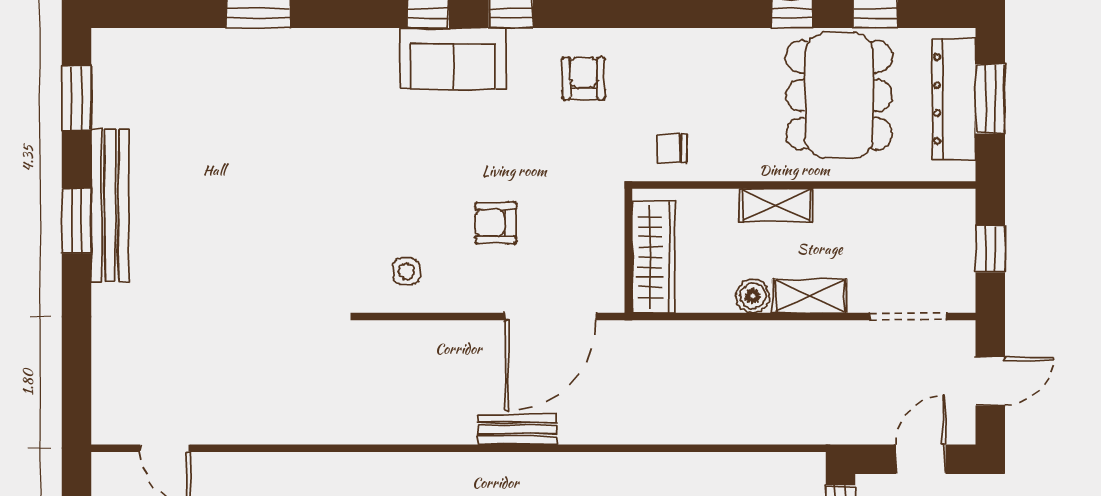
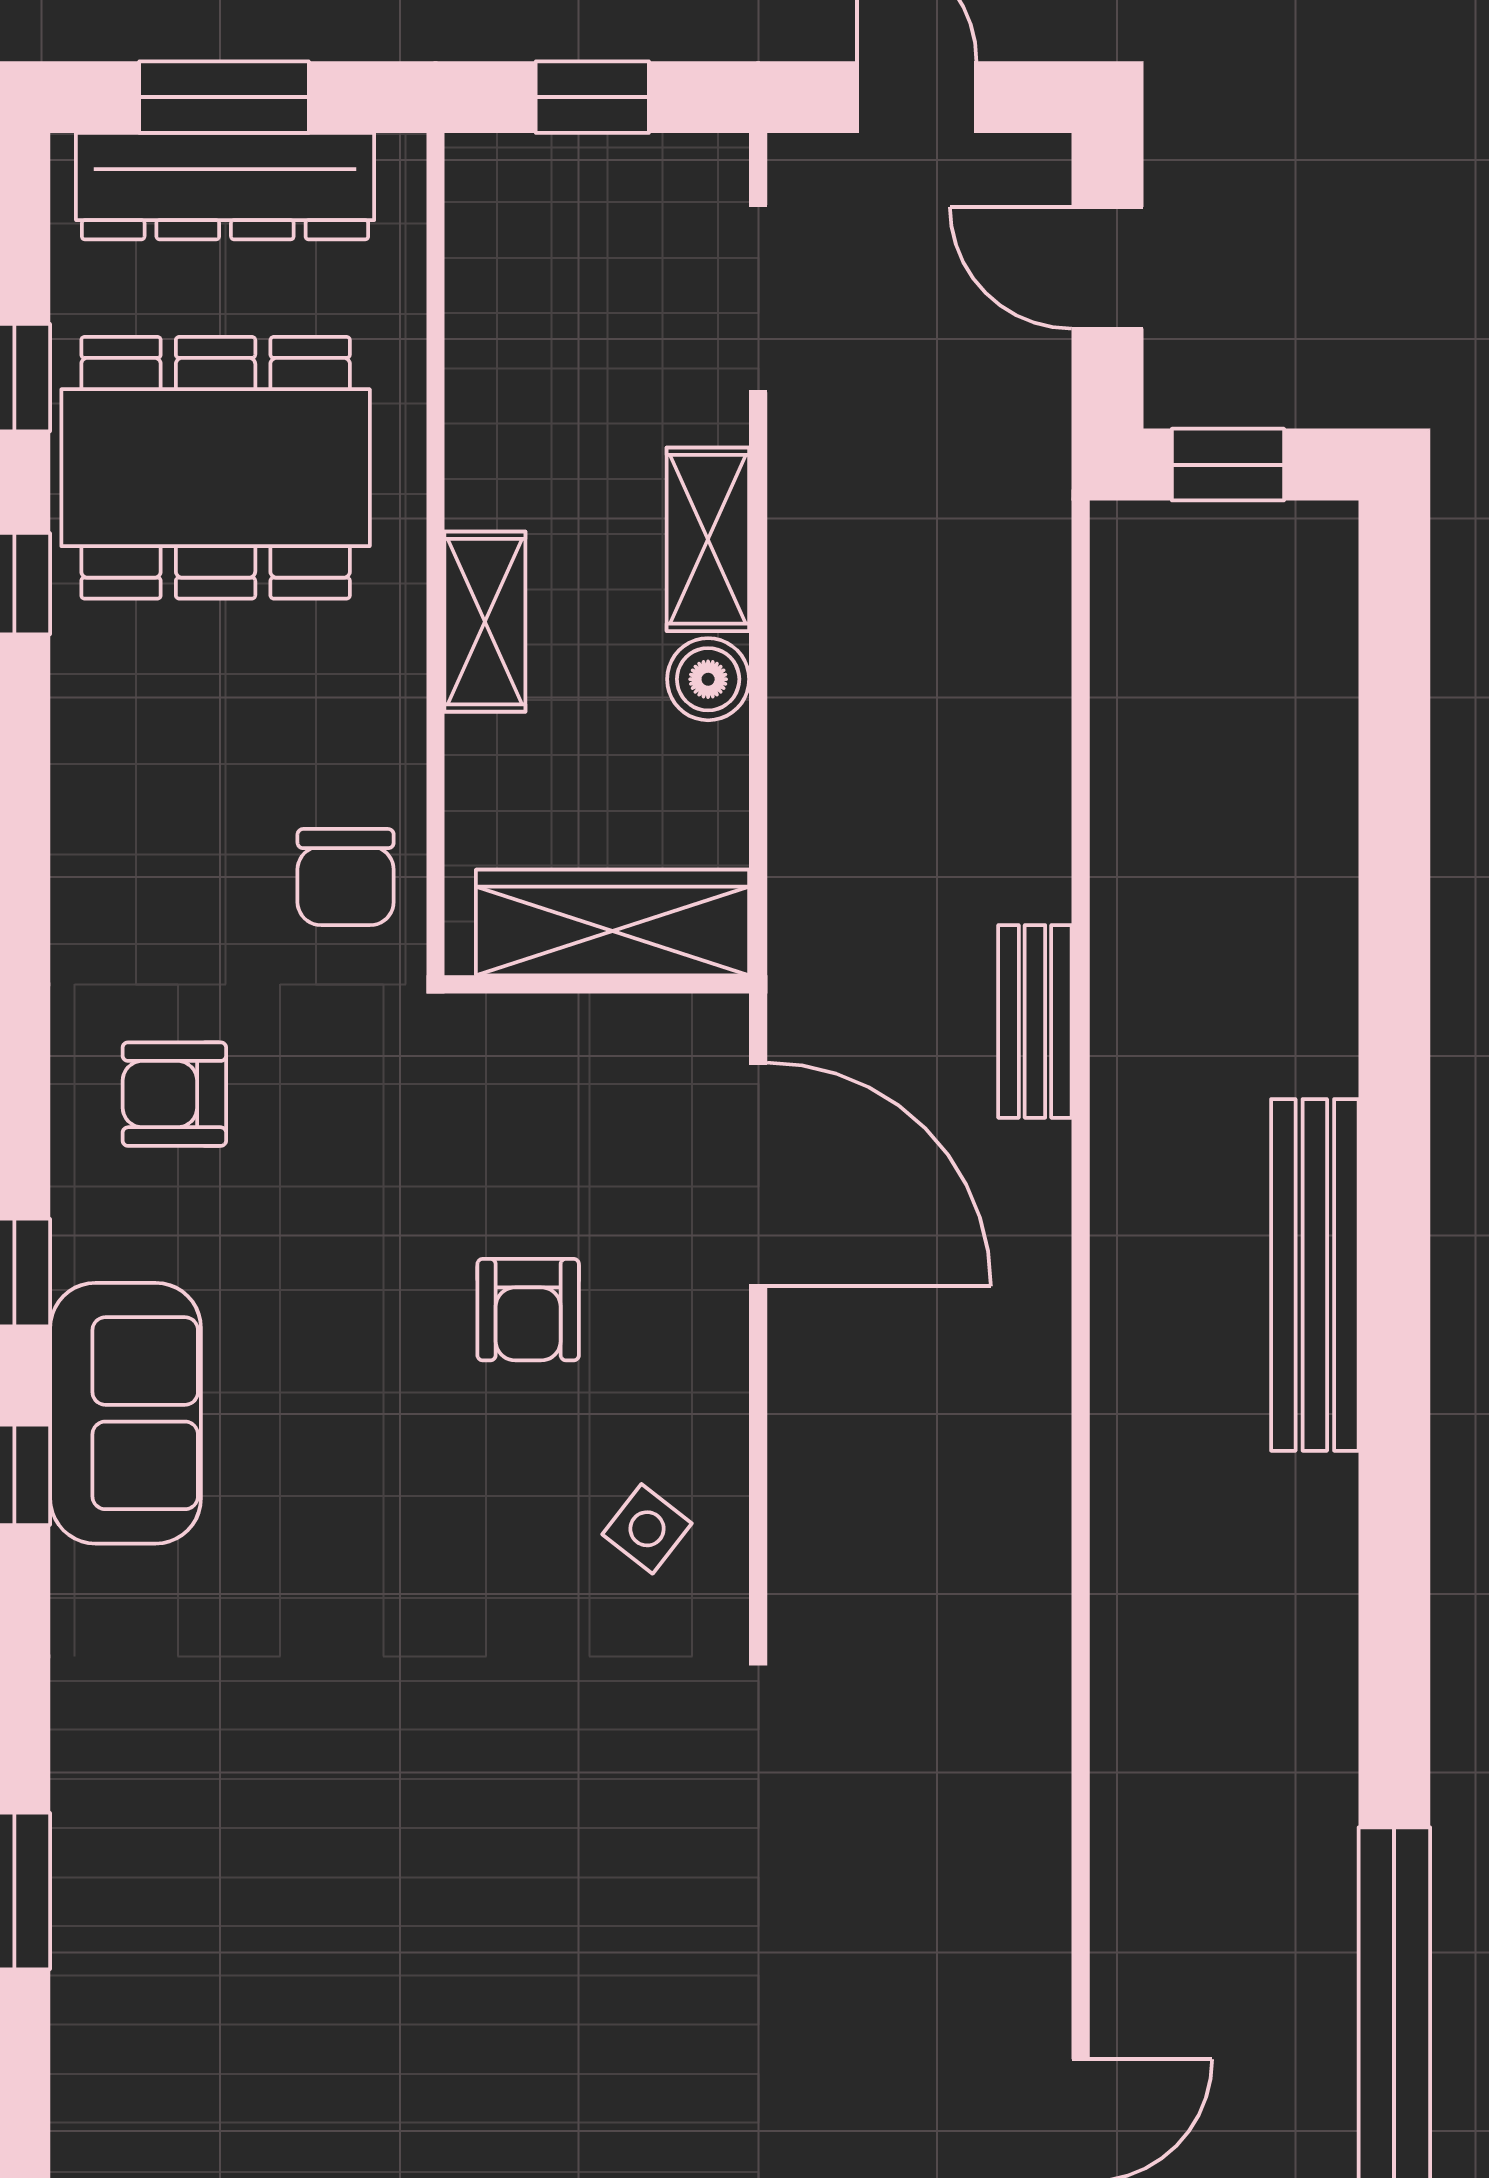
chair: (672, 148) -> (346, 877), width x1.37, depth x1.37
side table: (406, 271) -> (647, 1529), turned 38
bench: (517, 430) -> (1035, 1021), moved

